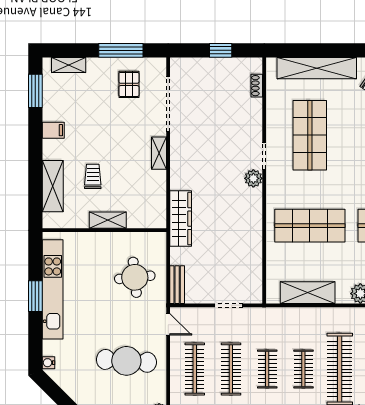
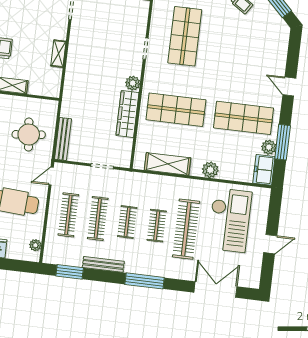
shelving: (159, 153) -> (58, 54), moved
plant: (253, 178) -> (133, 83), moved
wardrobe: (181, 219) -> (127, 114), moved, turned 180
bench: (177, 285) -> (63, 139), width x1.36
door: (168, 324) -> (51, 176), swing flipped

